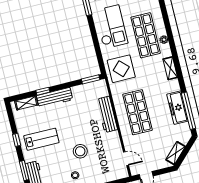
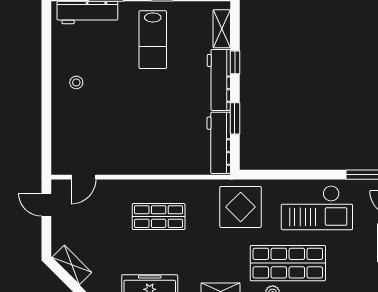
window: (91, 79) -> (235, 118), moved
shop shelf: (137, 112) -> (159, 217), width x0.70, depth x0.74
workbench: (107, 114) -> (219, 143), moved, turned -90
stool: (80, 151) -> (116, 101), removed

